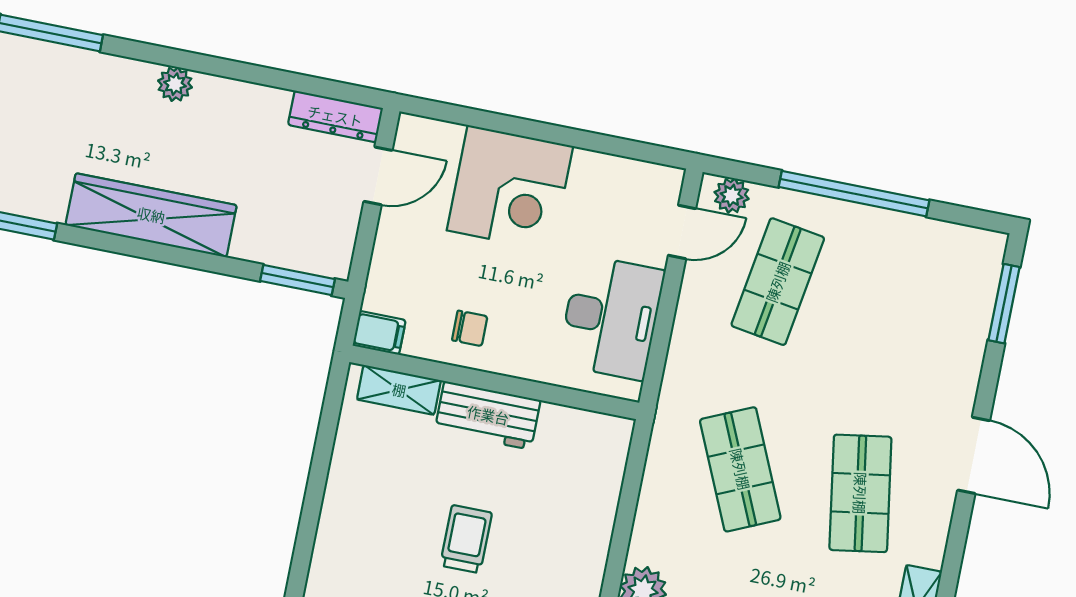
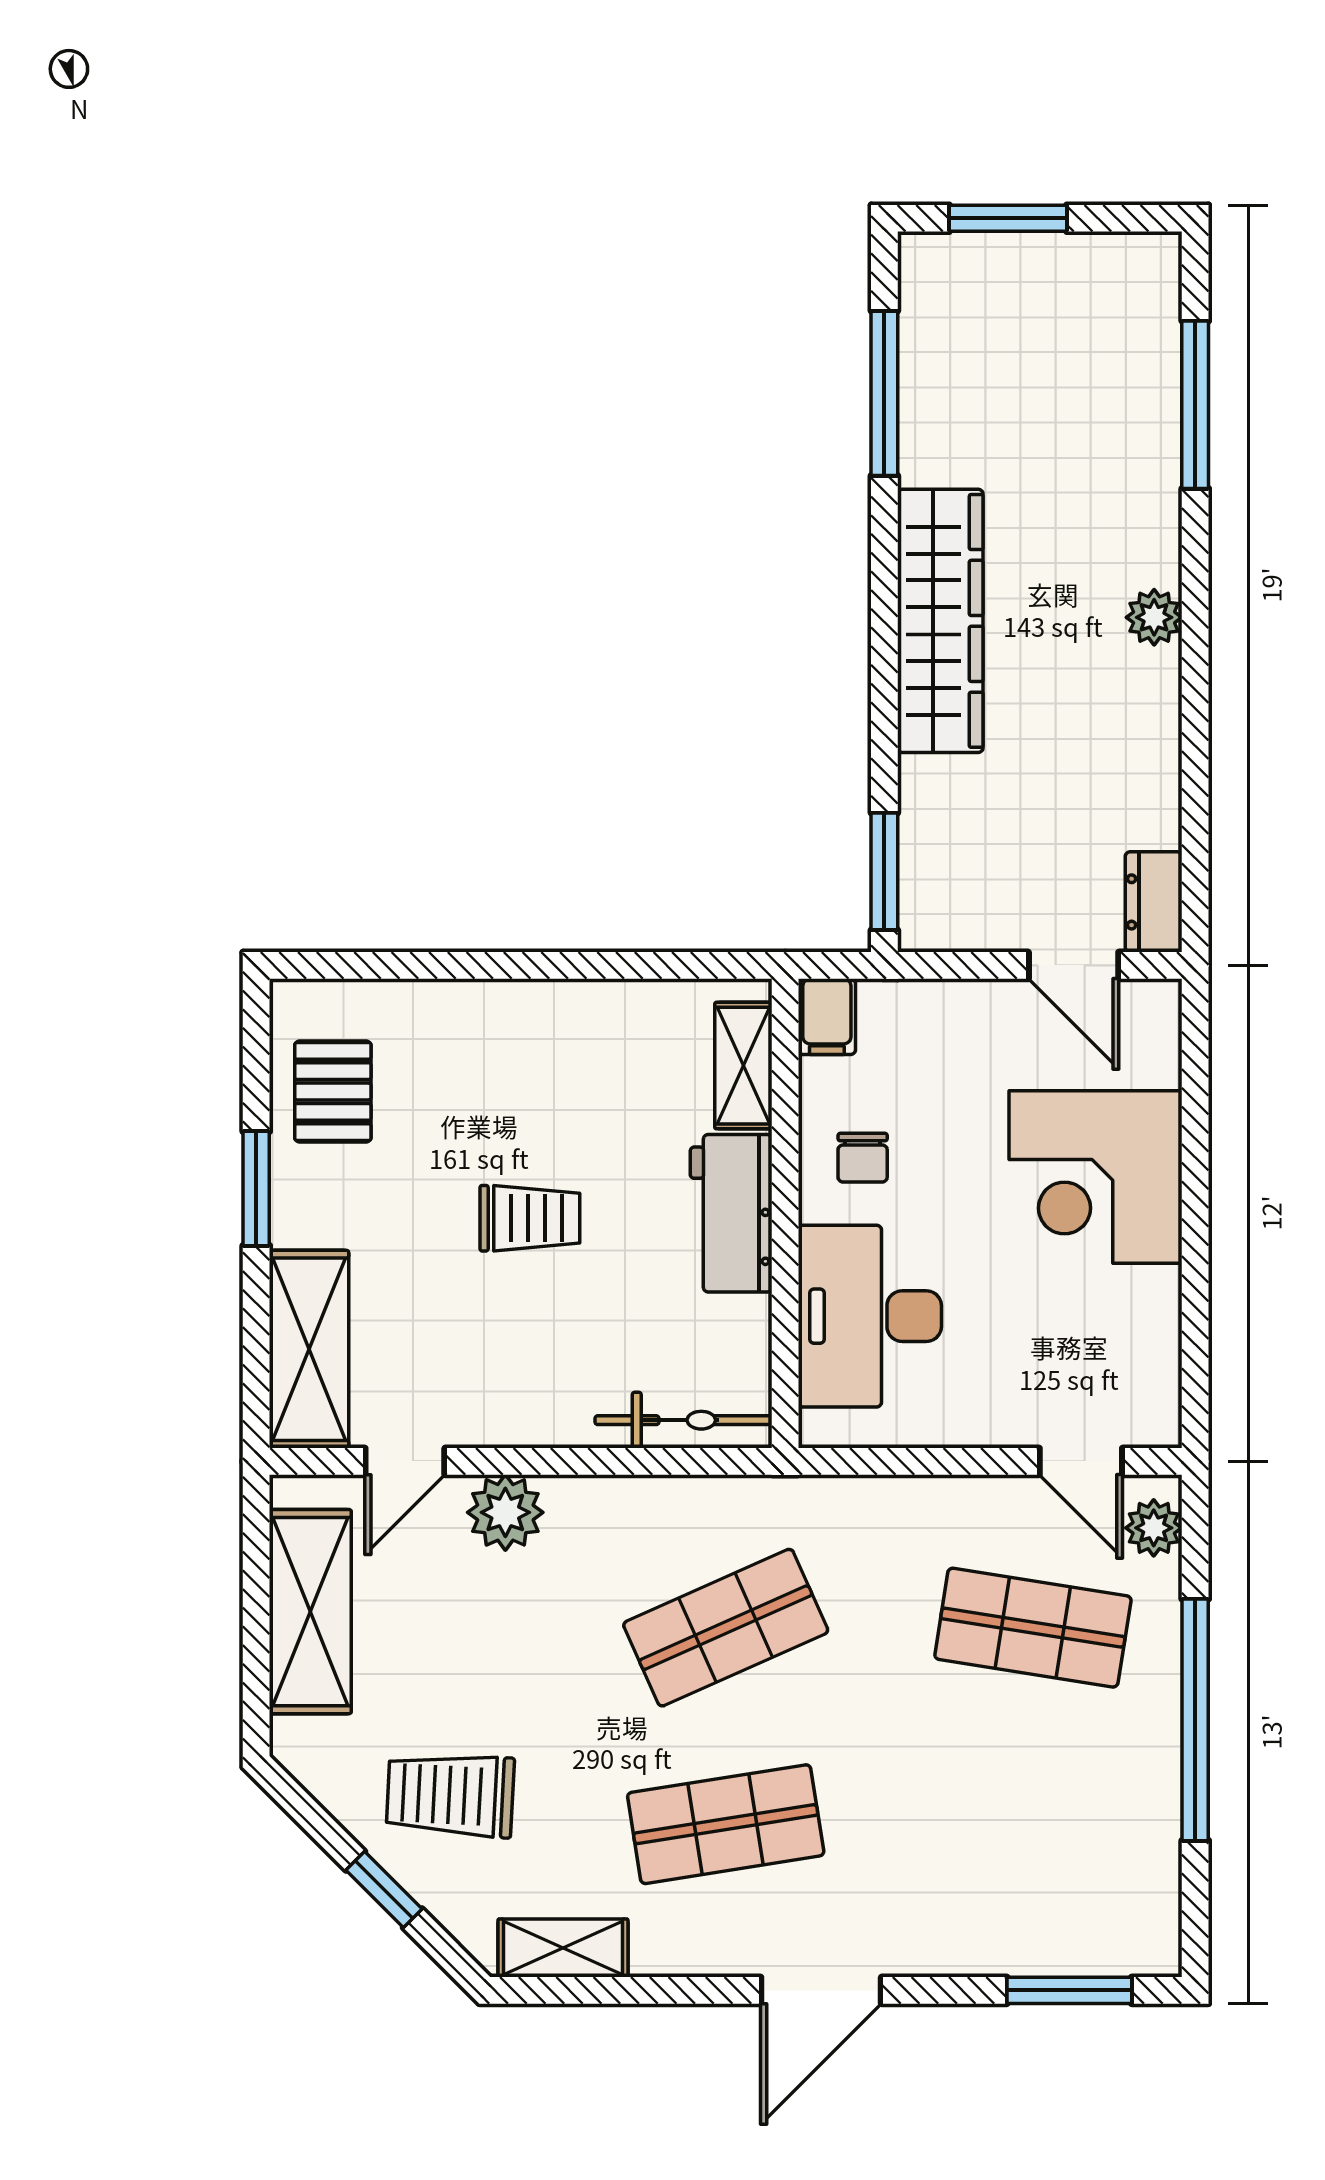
dresser: (335, 116) -> (1154, 902), width x0.70
desk: (611, 317) -> (870, 1316), moved, turned 90
bicycle: (608, 470) -> (684, 1420), added

